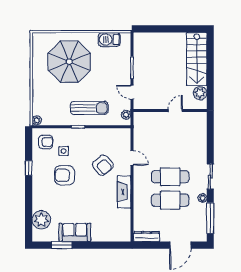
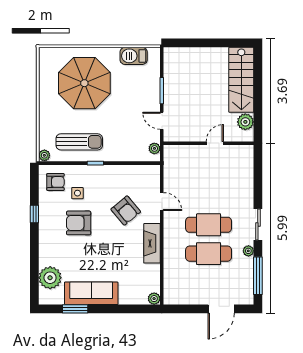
sun lounger: (89, 108) -> (79, 142), moved
sofa: (75, 232) -> (91, 293), width x1.36
plant: (126, 237) -> (154, 299), added
dresser: (147, 237) -> (180, 298), removed

